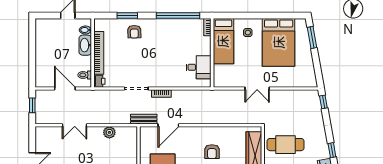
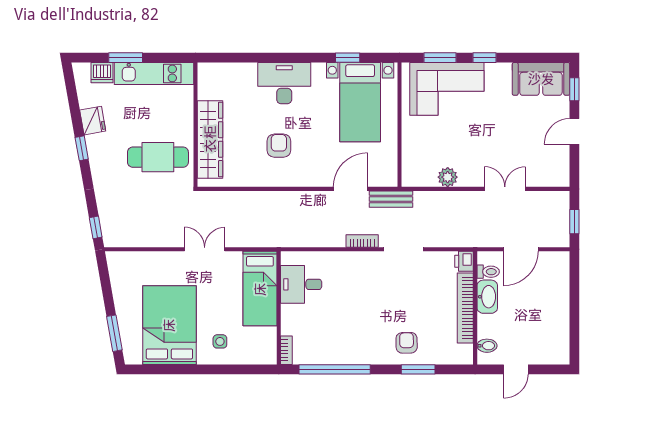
bed: (223, 41) -> (260, 289), moved, turned 180
washbasin: (85, 45) -> (487, 297), moved
door: (65, 89) -> (521, 249), hinge flipped

